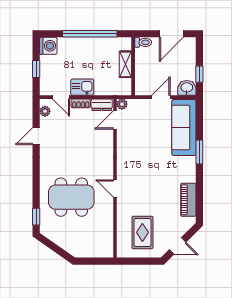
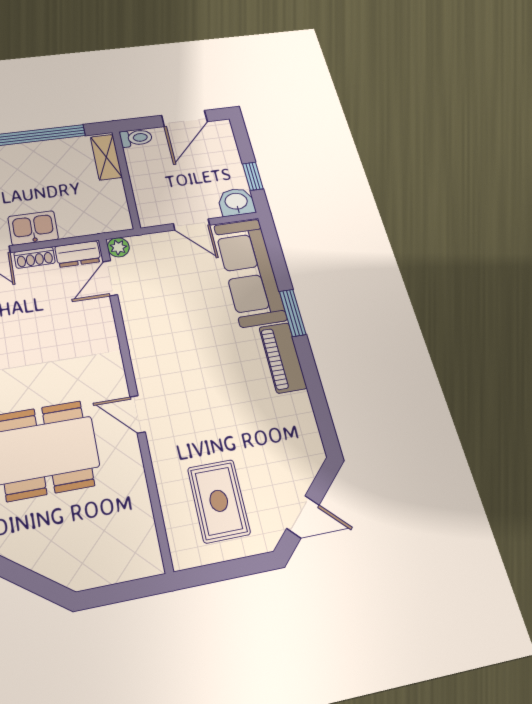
shelving: (125, 64) -> (106, 157), moved
door: (161, 97) -> (192, 224), swing flipped
piano: (188, 200) -> (283, 358), moved

